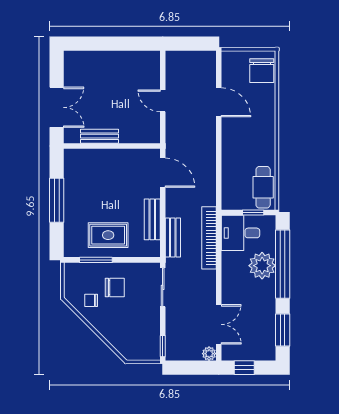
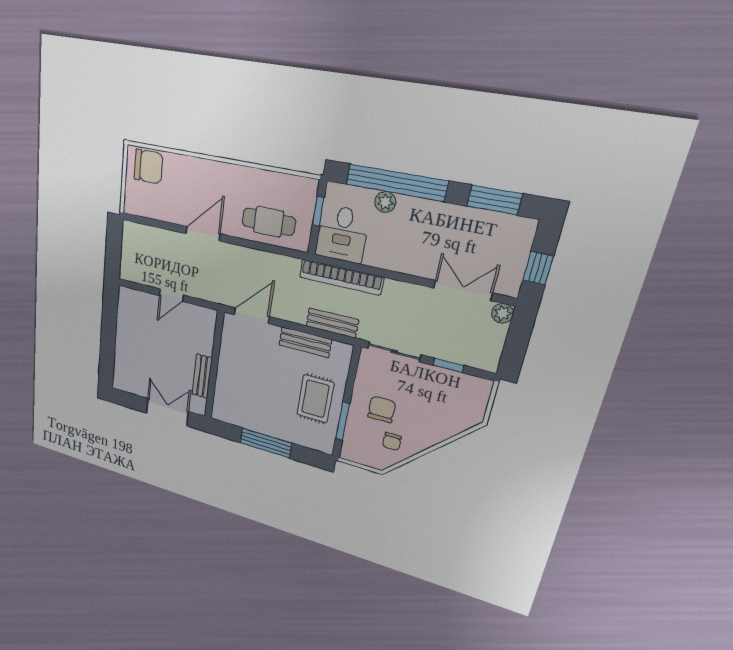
door: (219, 102) -> (203, 234), moved
cafe table: (263, 187) -> (269, 222), moved
plant: (262, 266) -> (385, 202), width x0.53, depth x0.53
window: (163, 346) -> (448, 365), moved

